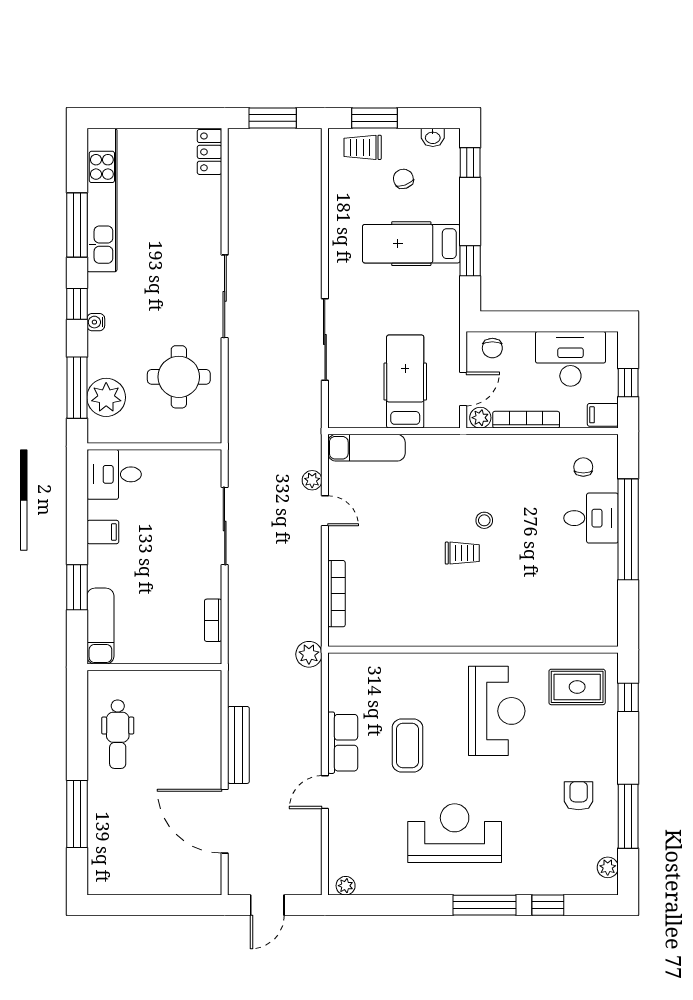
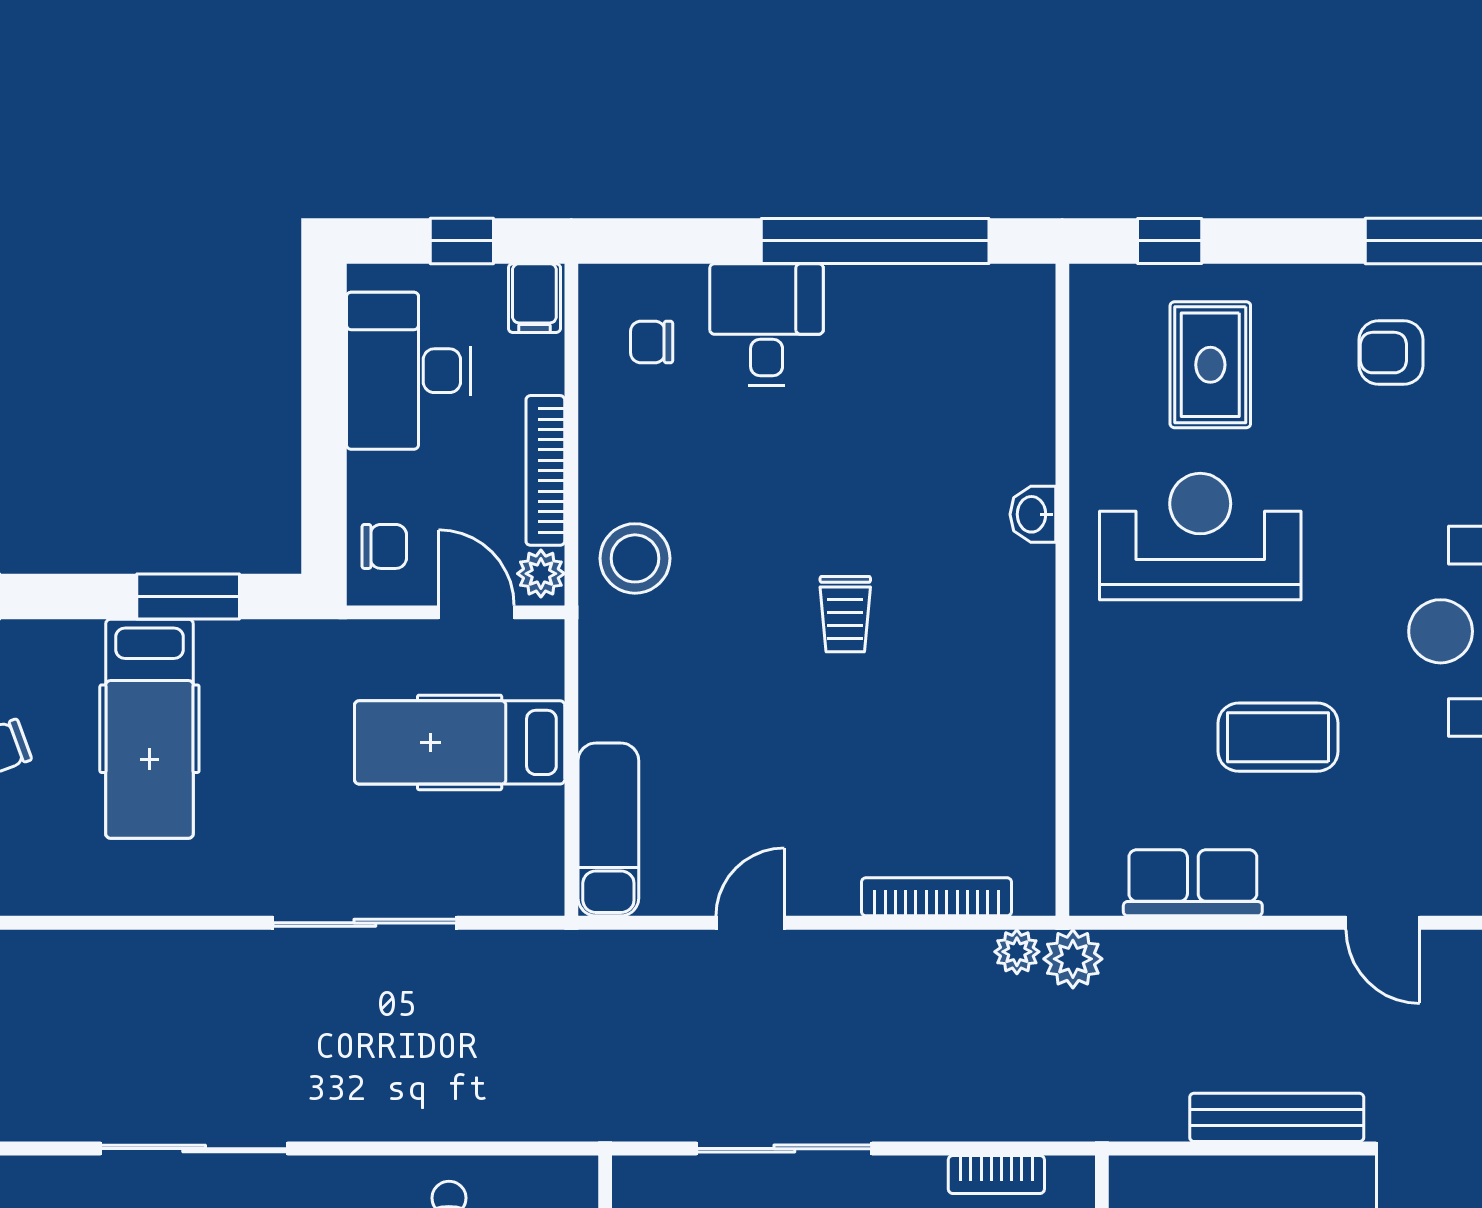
window: (470, 261) -> (188, 597), width x1.50
sliding door: (225, 296) -> (194, 1149), moved
plant: (312, 480) -> (1017, 952), moved
stool: (484, 520) -> (635, 558), moved, width x1.89, depth x1.89
window: (628, 529) -> (875, 241), moved
trolley: (462, 553) -> (845, 614), turned 180
washbasin: (507, 636) -> (1033, 514), added
rug: (577, 687) -> (1210, 365), moved
row of seats: (343, 743) -> (1193, 883), moved

